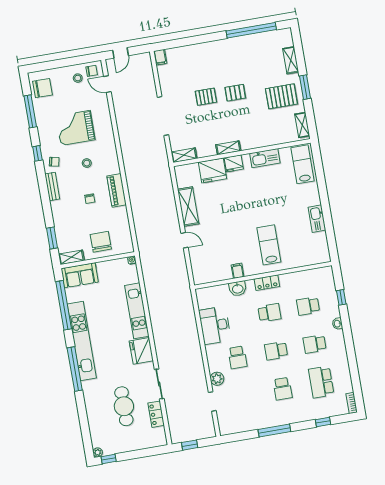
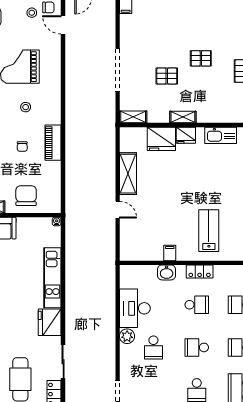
pallet: (206, 97) -> (167, 76), moved
plant: (217, 379) -> (127, 336), moved

